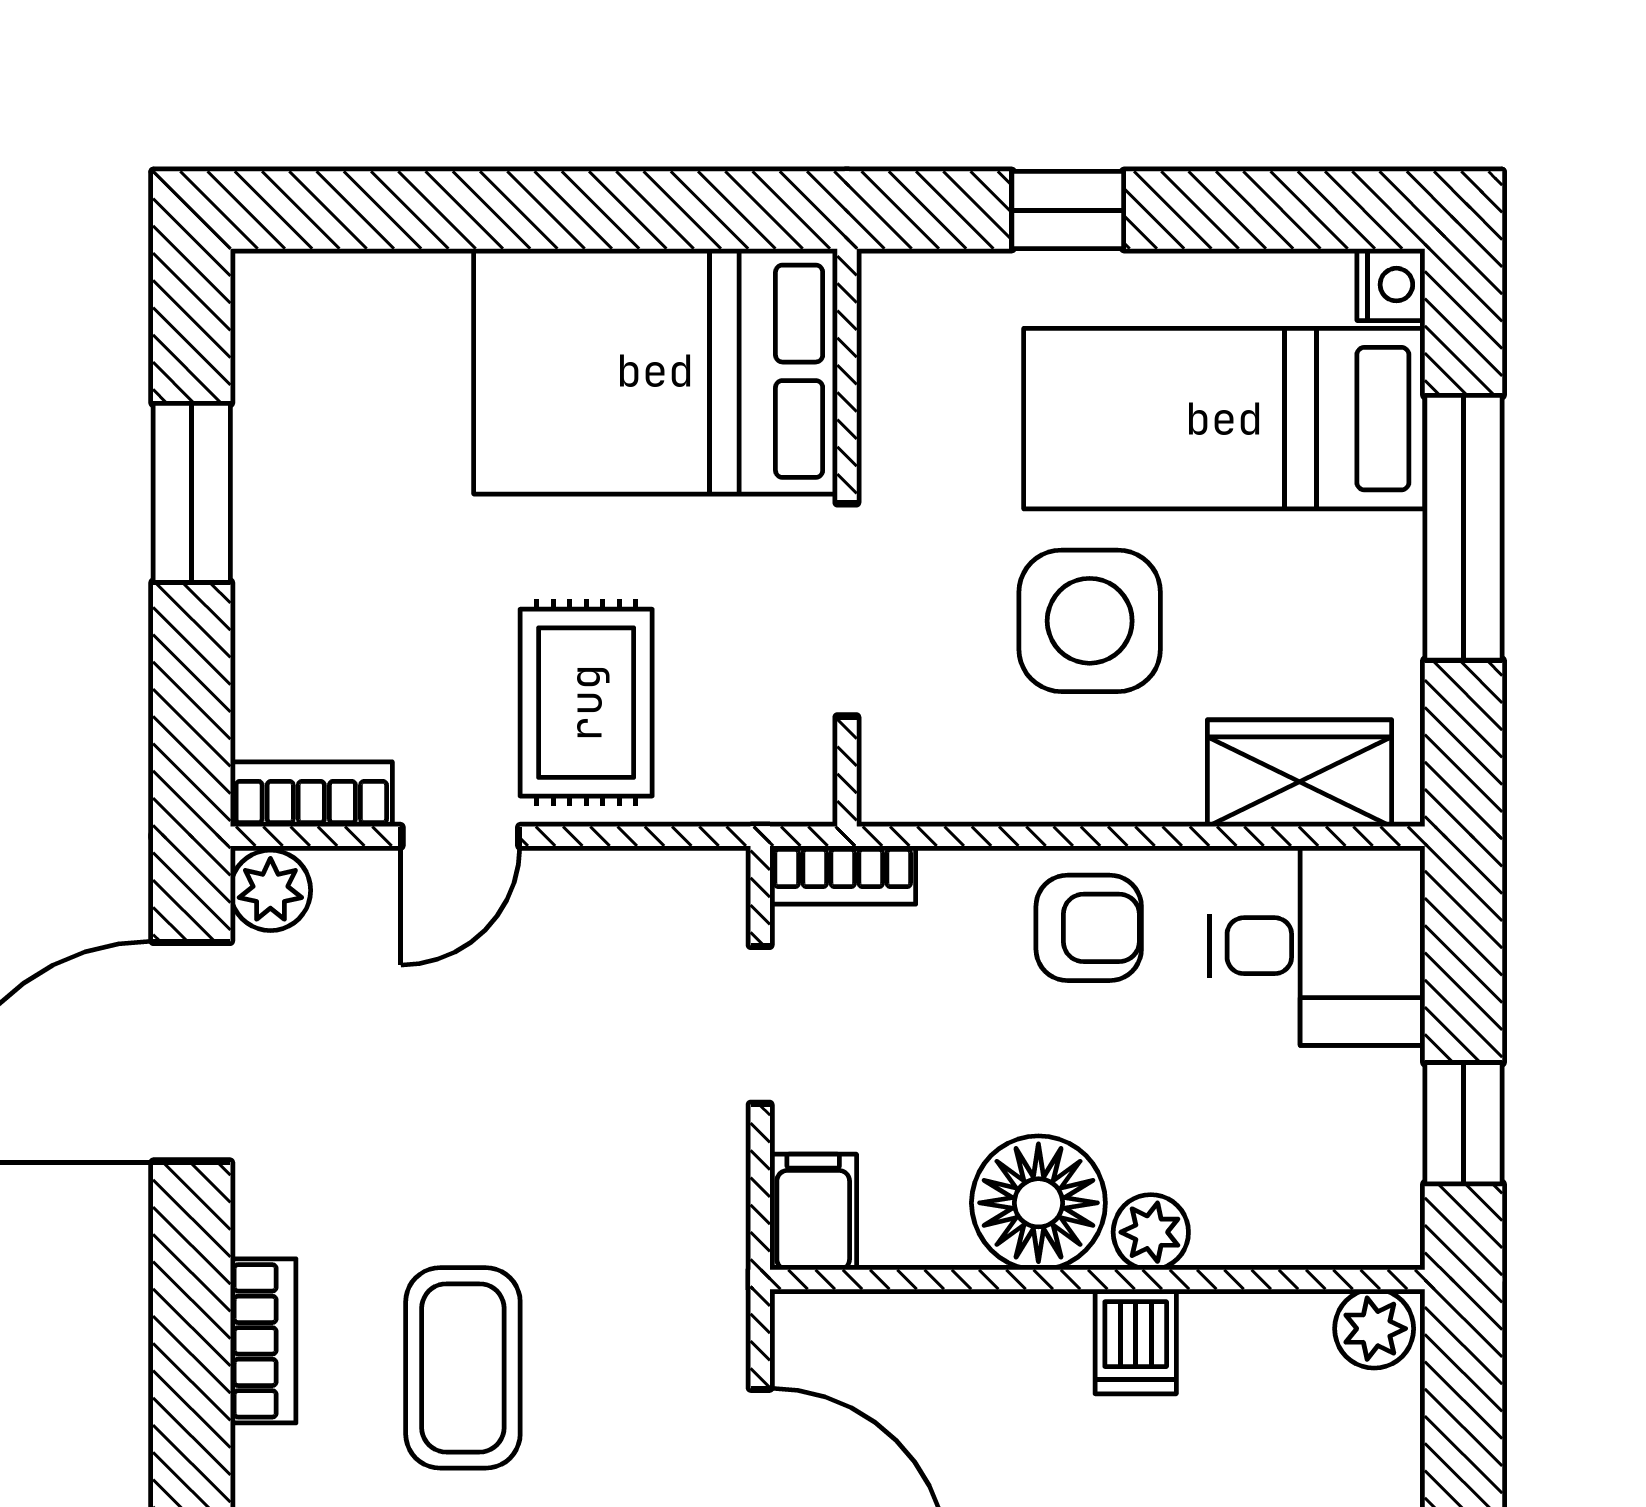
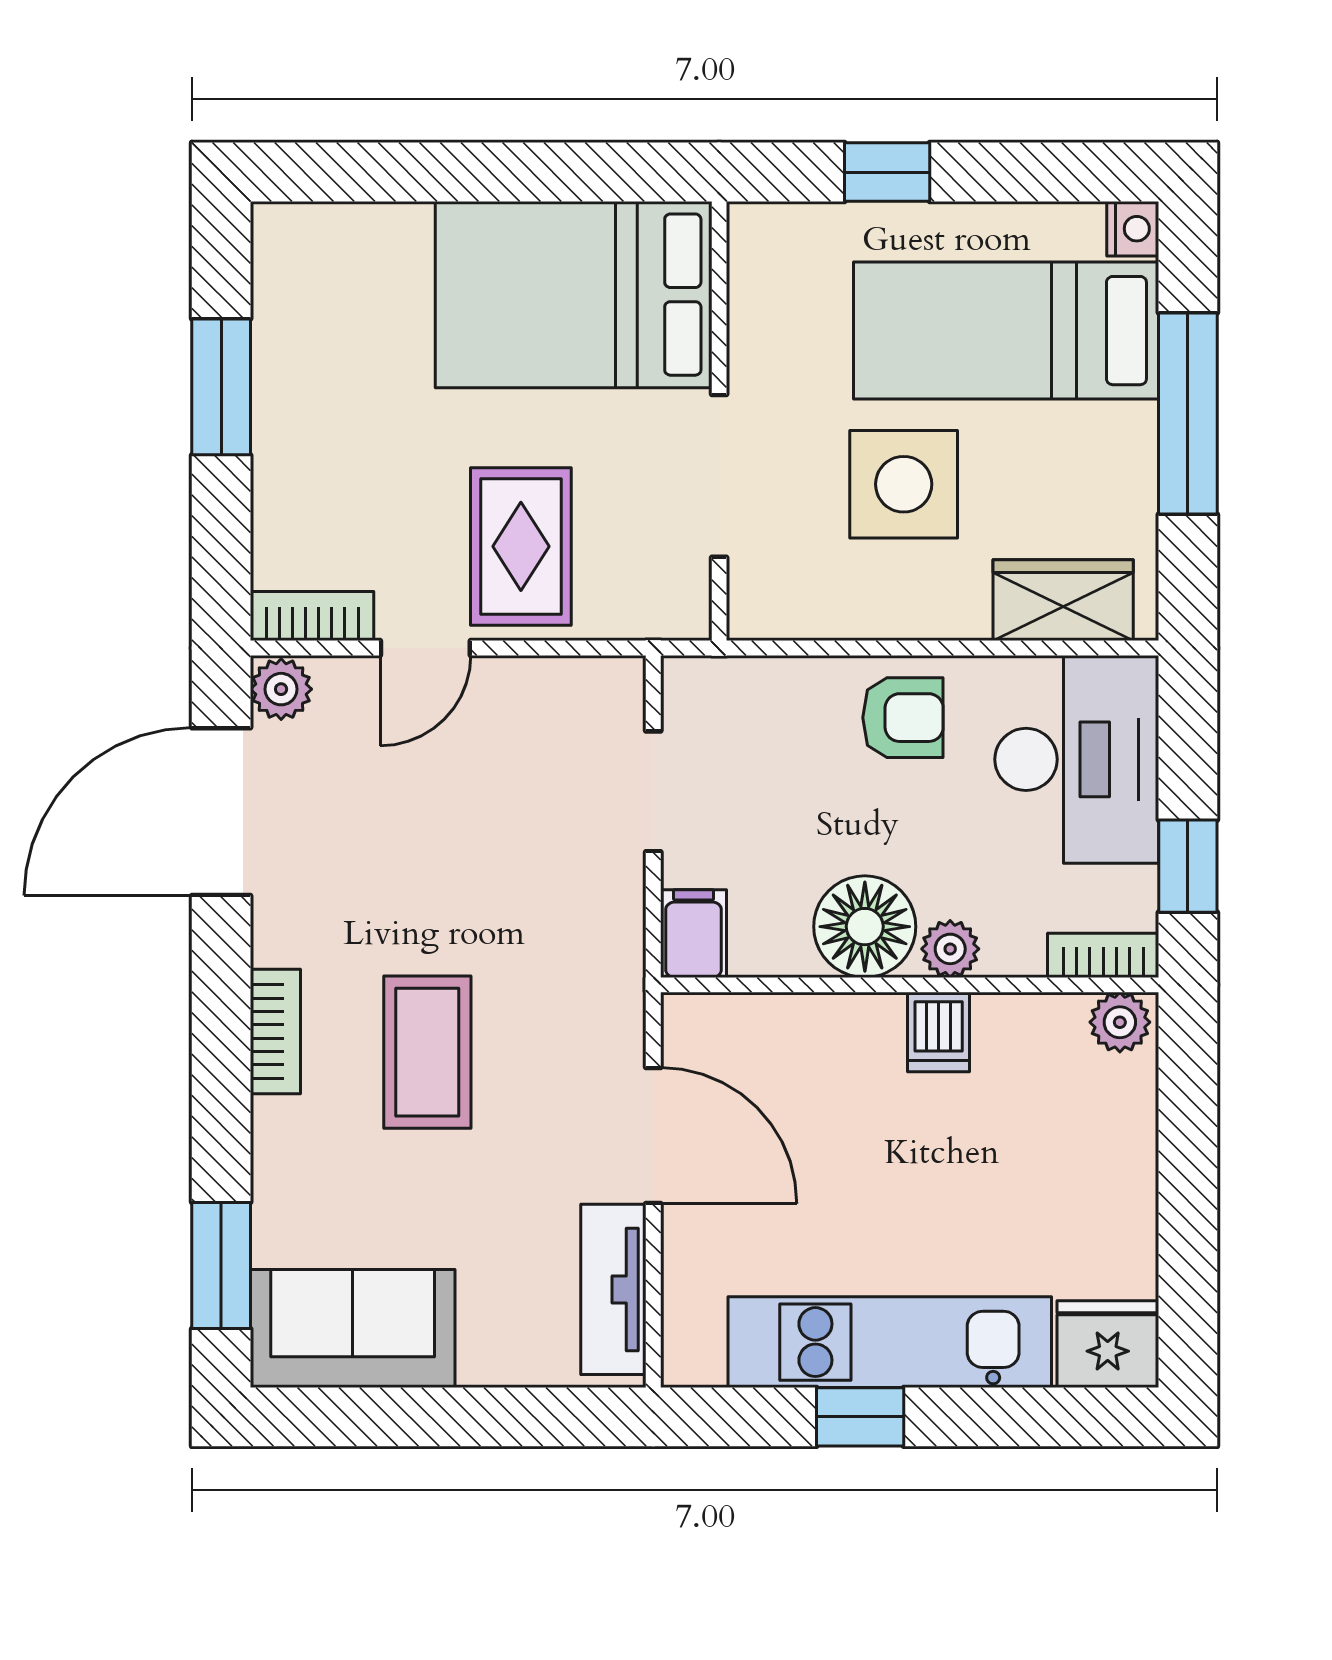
bookcase: (843, 875) -> (1103, 955), moved, turned 180
desk: (1317, 946) -> (1077, 759), width x1.37

